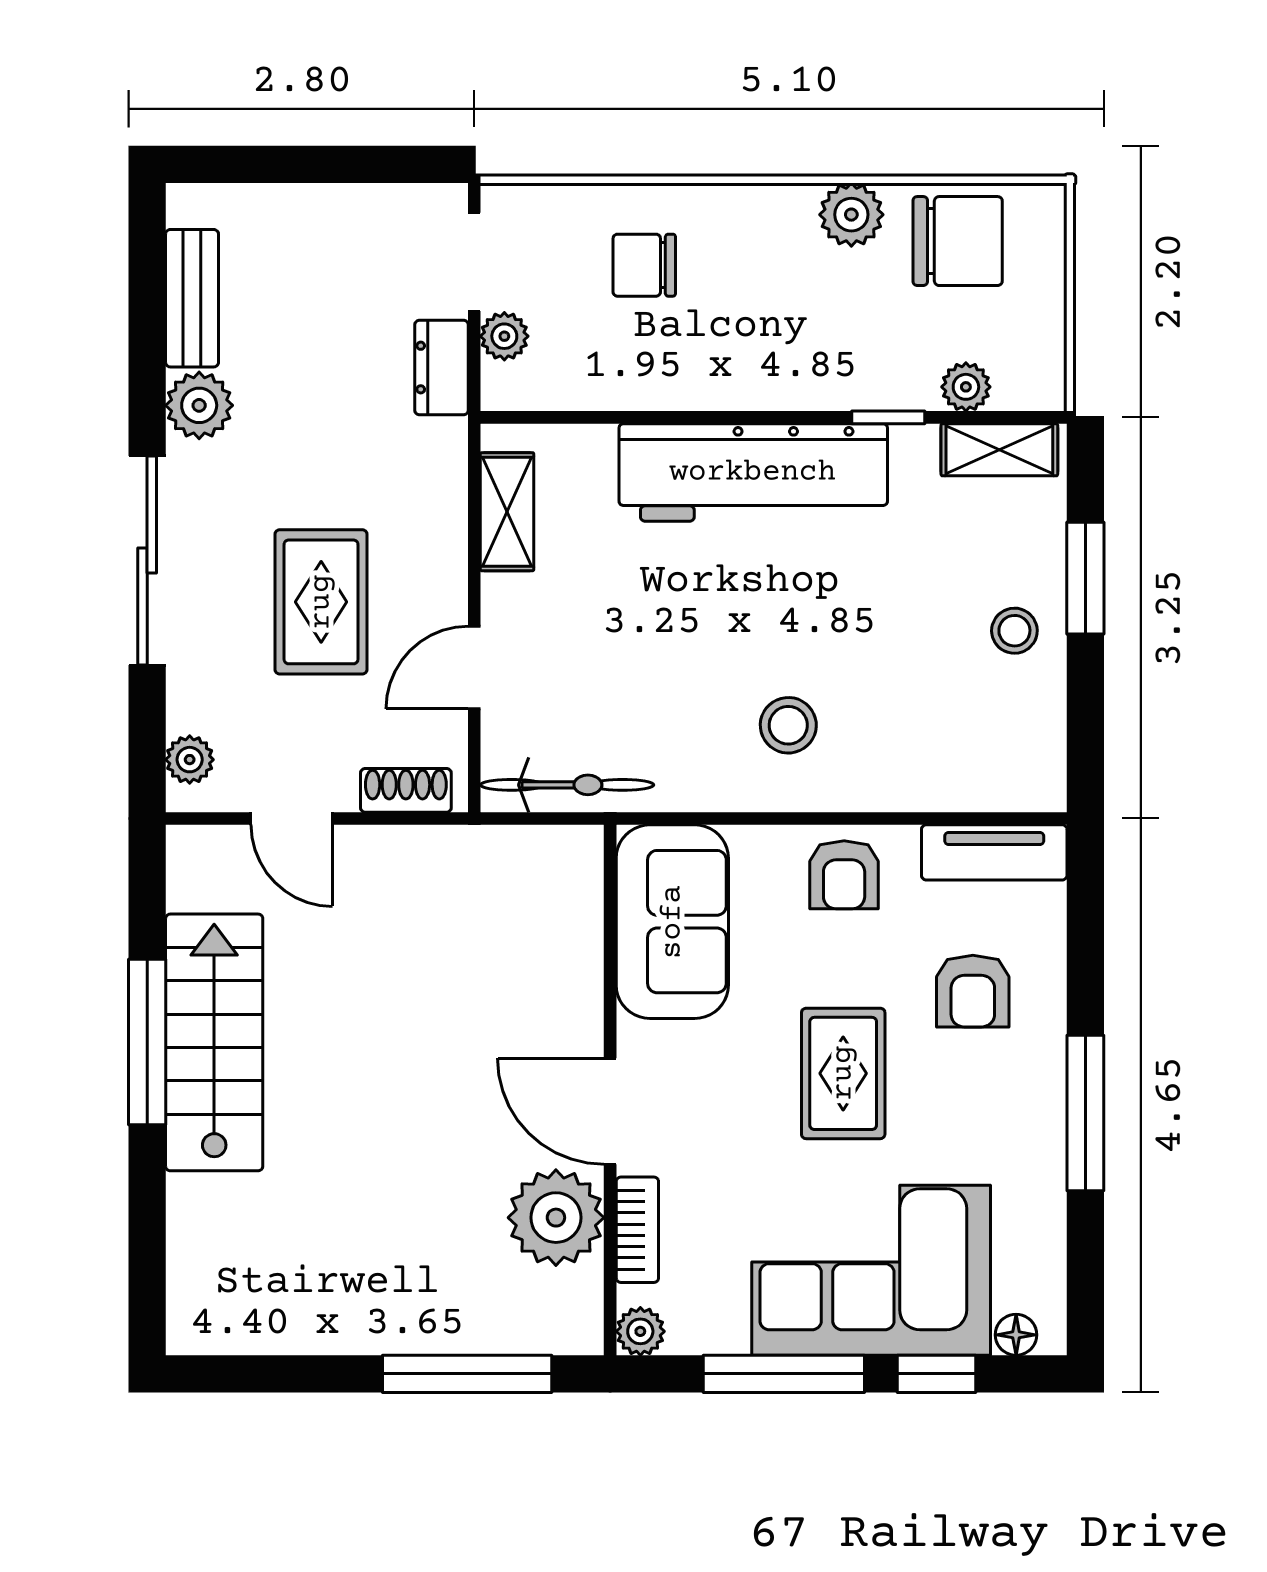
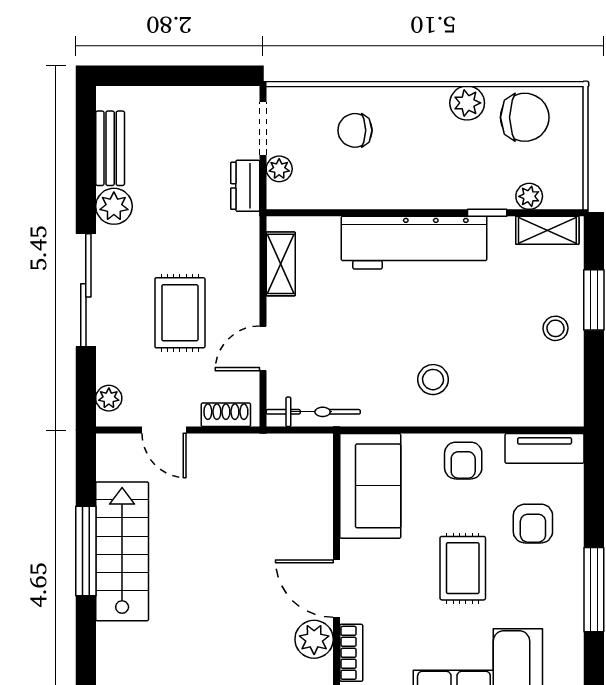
plant: (556, 1218) -> (314, 639), width x0.73, depth x0.73

